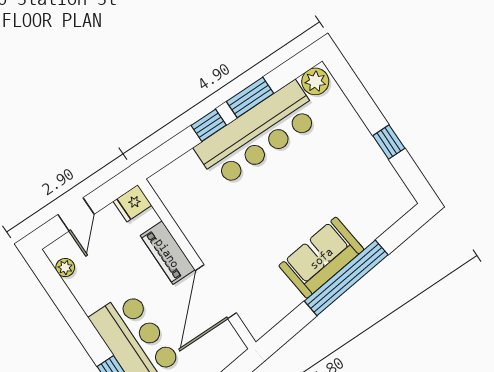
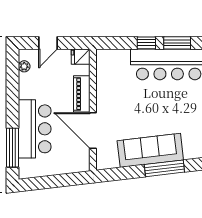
sofa: (321, 258) -> (150, 150), width x1.36
window: (346, 278) -> (164, 168), width x0.68
door: (216, 292) -> (93, 131), hinge flipped

